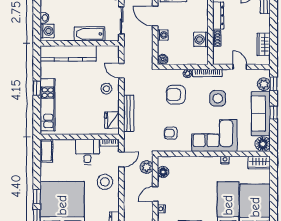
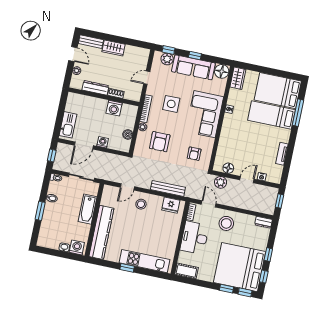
wardrobe: (264, 44) -> (114, 48), moved
boiler: (163, 60) -> (128, 134), moved
desk: (87, 152) -> (194, 238), width x1.37
door: (155, 194) -> (247, 180), swing flipped

